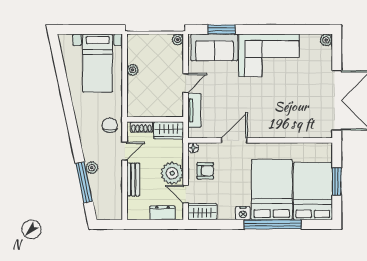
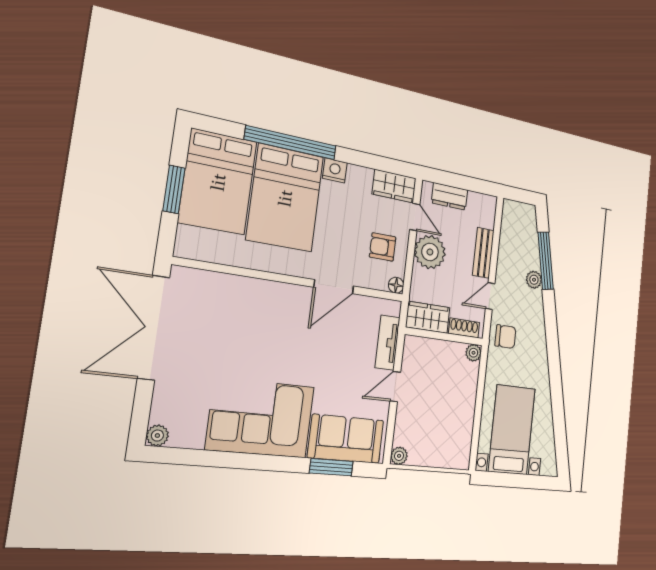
plant: (133, 70) -> (473, 353), moved
chair: (110, 125) -> (505, 337), turned -90

